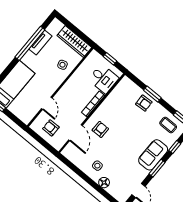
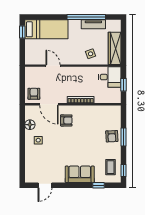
desk: (103, 79) -> (110, 77), moved, turned -90
door: (47, 103) -> (53, 66), swing flipped
armchair: (51, 128) -> (34, 94), moved
door: (75, 133) -> (49, 104), hinge flipped
window: (157, 168) -> (72, 185), removed
floor lamp: (104, 183) -> (30, 125), moved

